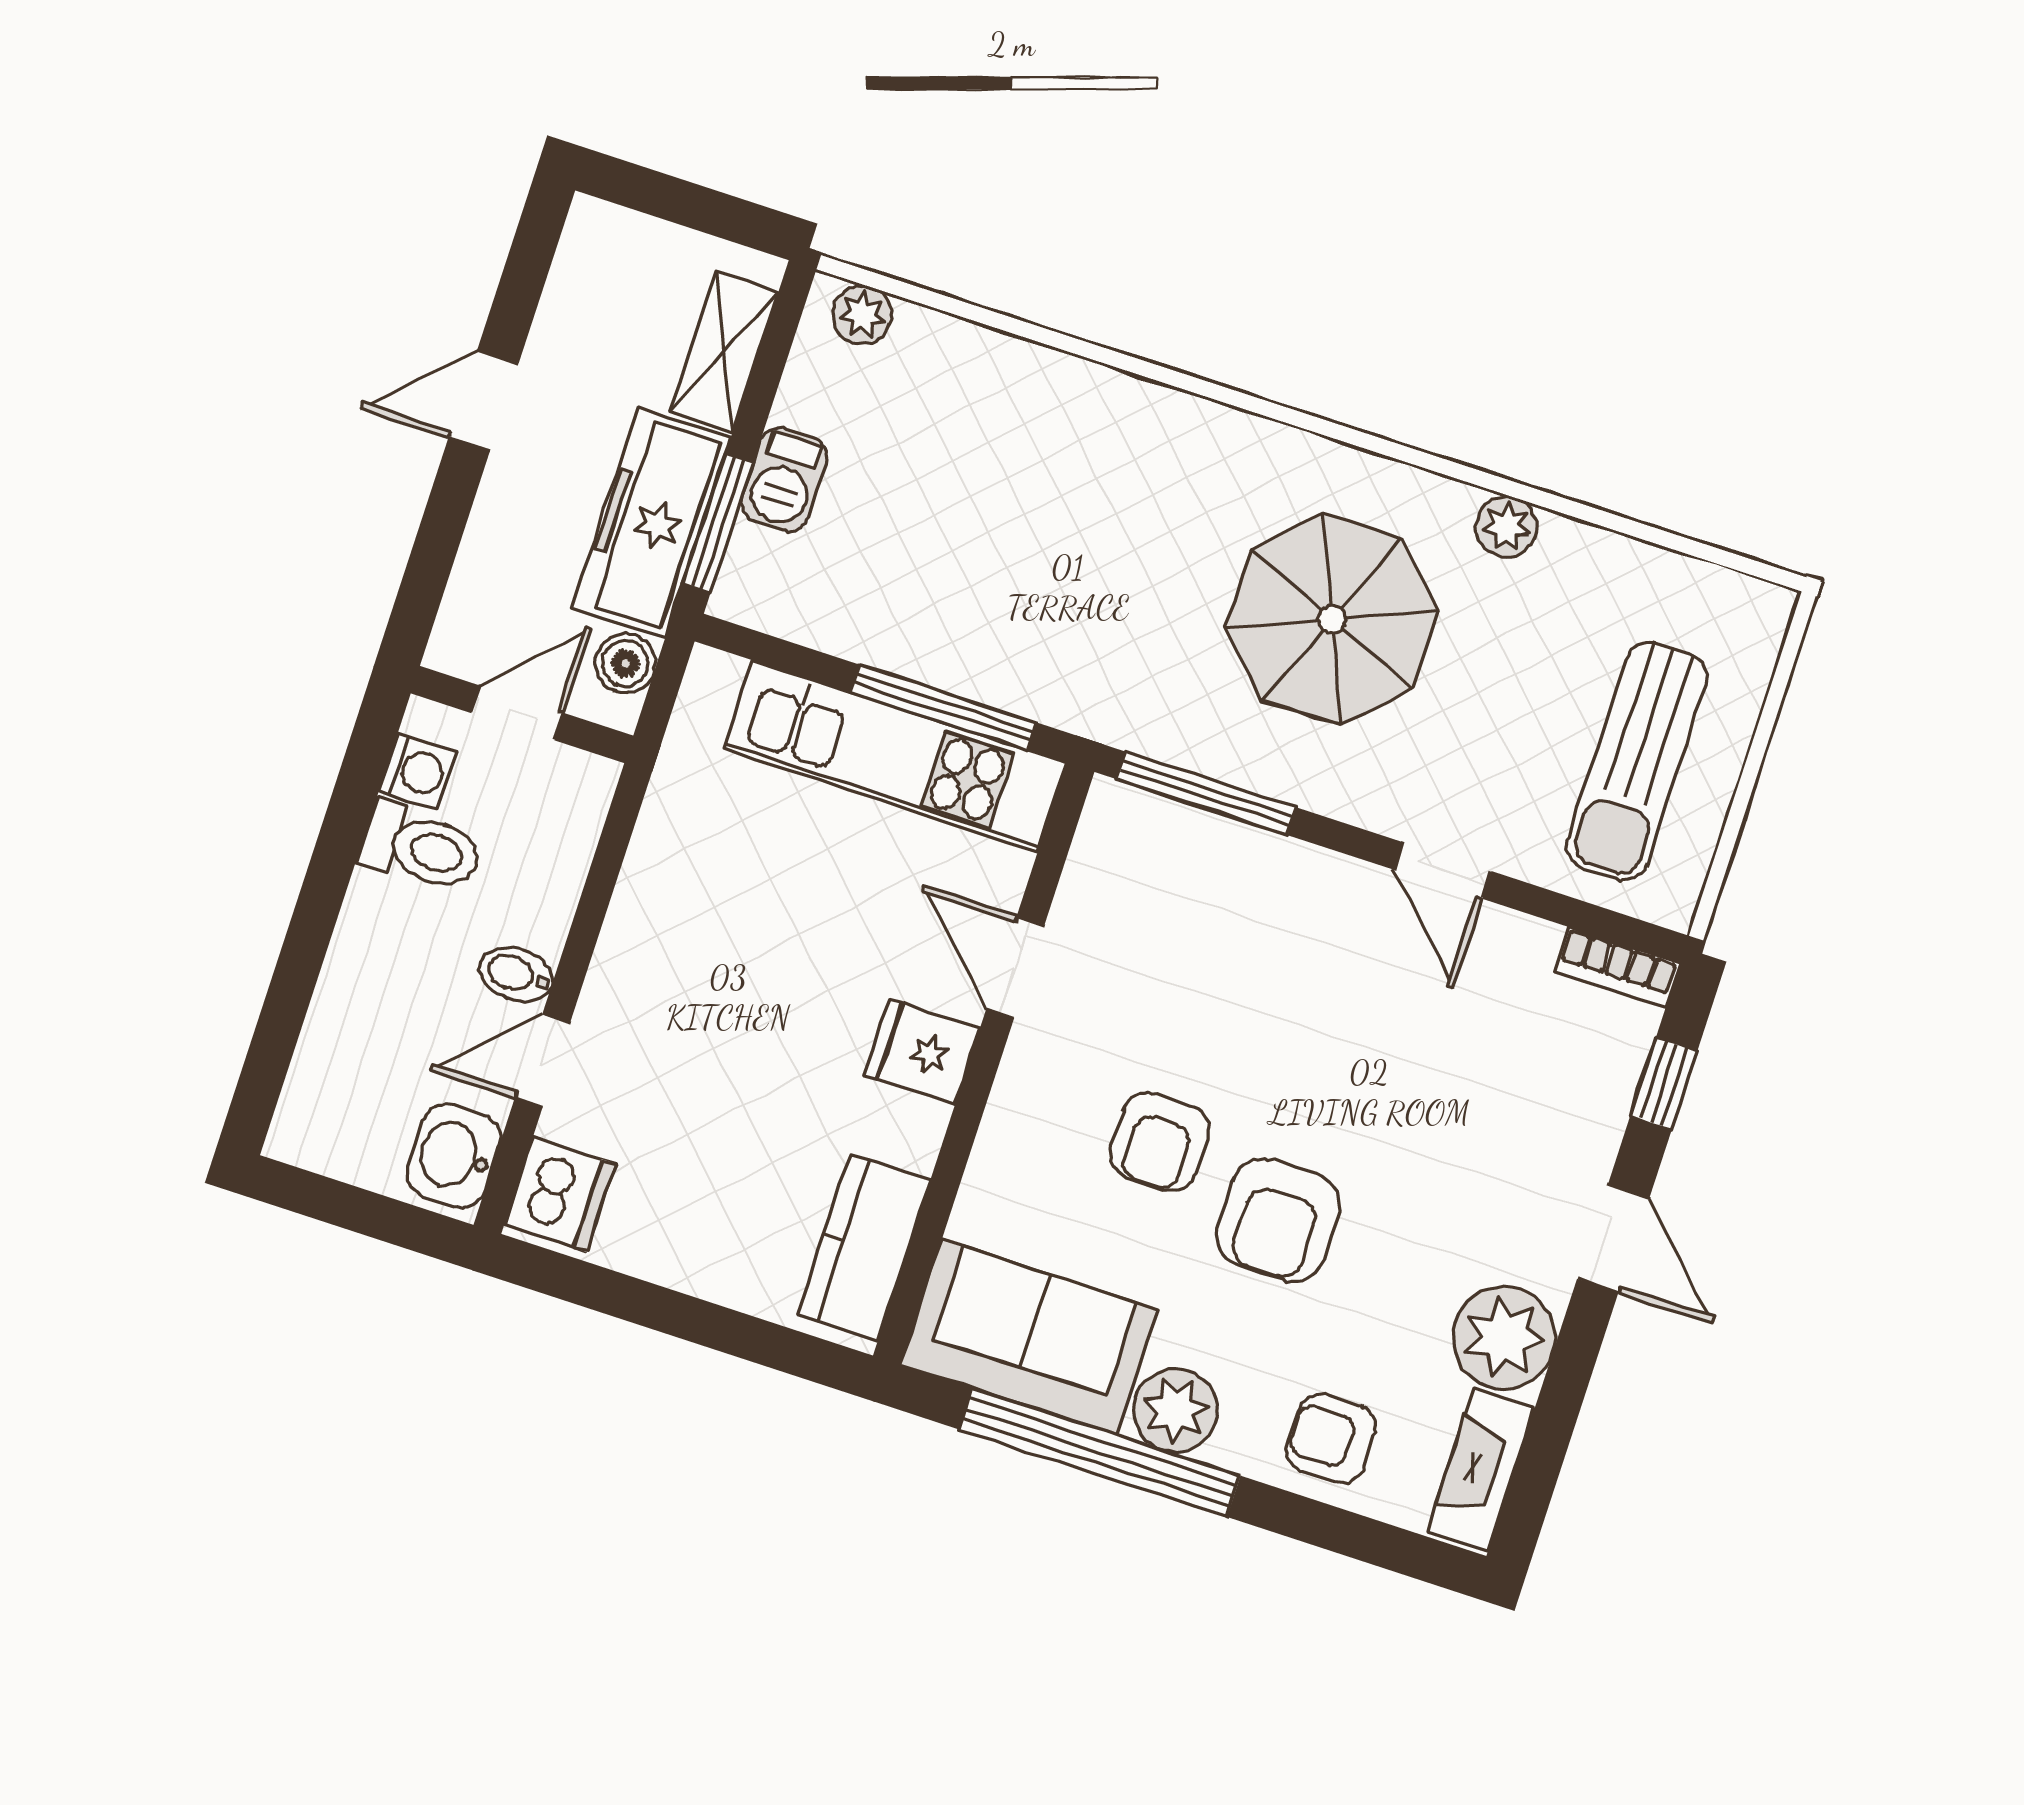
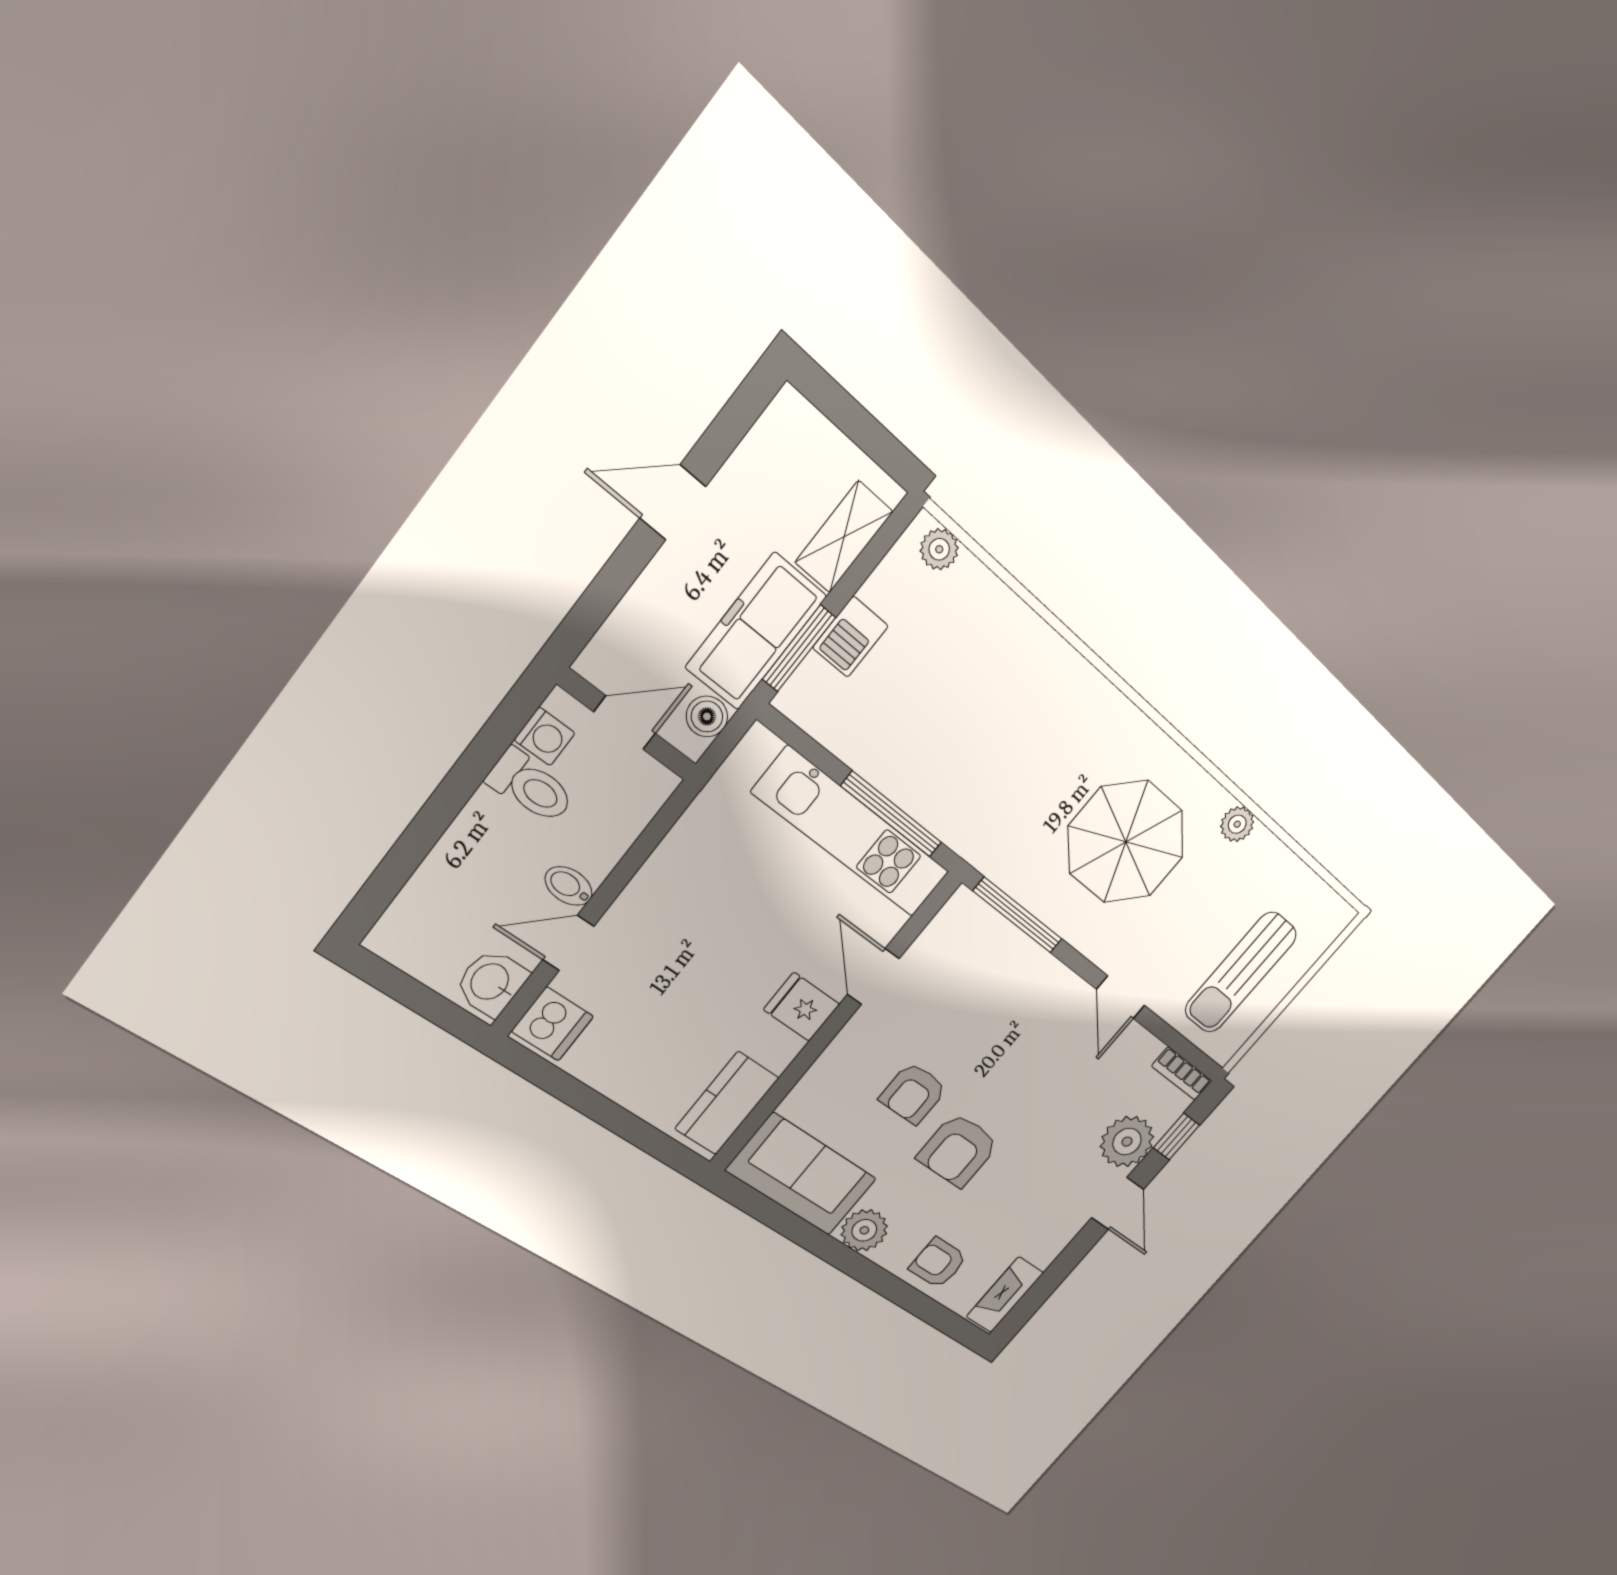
plant: (1504, 1338) -> (1127, 1142), moved
window: (1100, 1452) -> (816, 1241), removed

